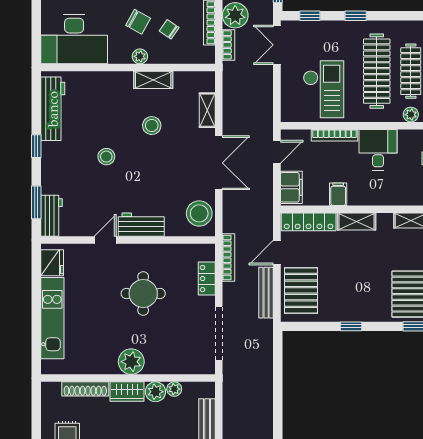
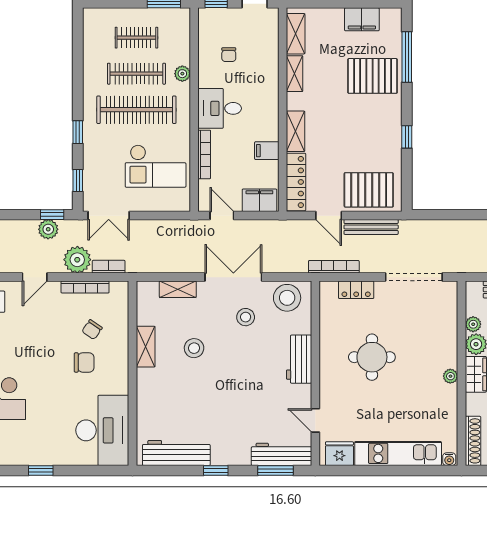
chair: (138, 22) -> (84, 362), turned 61
plant: (140, 56) -> (121, 361), removed
checkout: (324, 89) -> (156, 166), turned 180
stool: (106, 157) -> (246, 317), moved
workbench: (51, 216) -> (281, 454), width x1.38
door: (105, 240) -> (315, 420), moved
plant: (131, 362) -> (450, 376), width x0.53, depth x0.53
water cooler: (47, 366) -> (449, 459), added
shoe rack: (85, 389) -> (473, 441), moved

